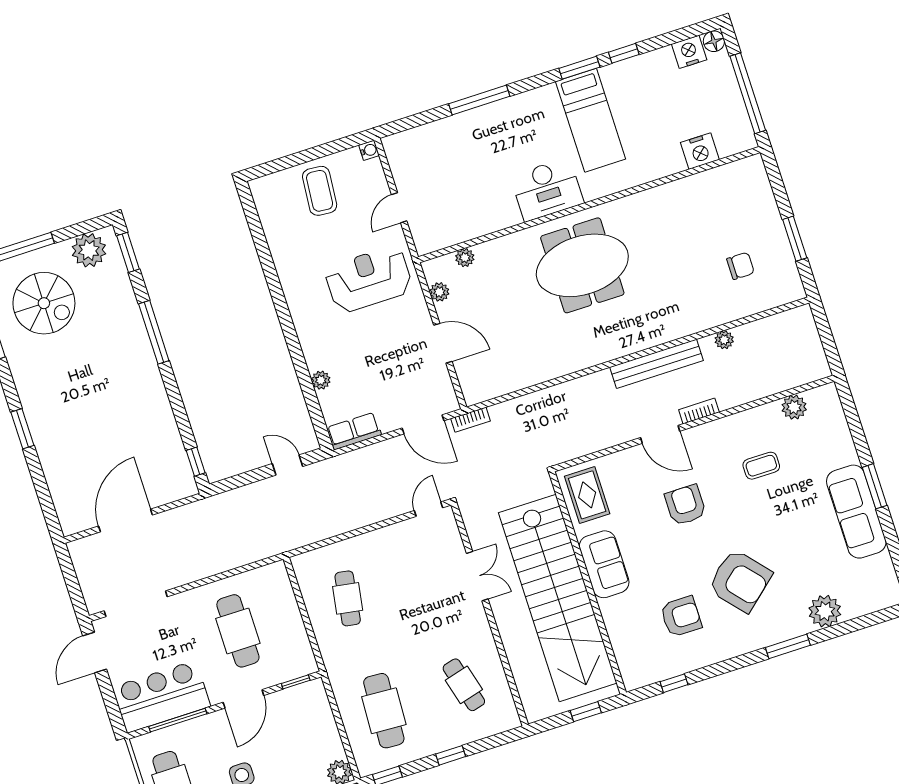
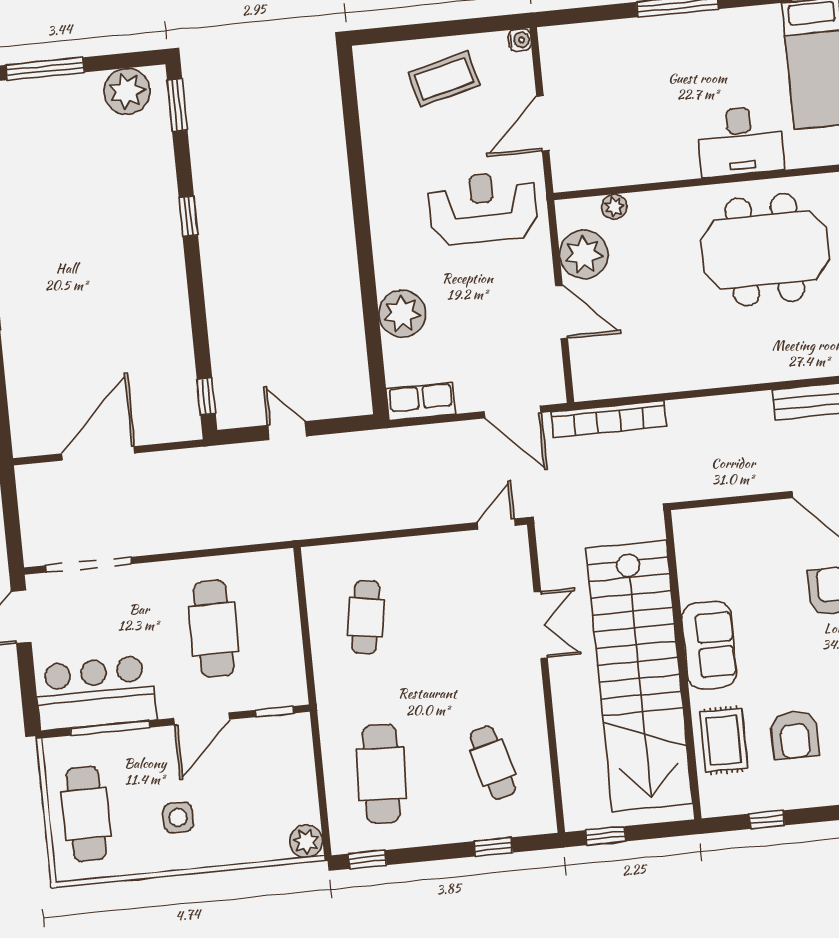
coffee table: (320, 191) -> (444, 79), turned 71
door: (399, 208) -> (543, 123), width x1.37
plant: (439, 292) -> (584, 254), width x1.87, depth x1.87
spiral stairs: (44, 303) -> (53, 148), removed
window: (154, 332) -> (188, 216), width x0.46
plant: (321, 380) -> (402, 314), width x1.88, depth x1.88
bookcase: (470, 420) -> (608, 419), width x2.31, depth x1.31
door: (287, 465) -> (287, 431), moved
rug: (587, 495) -> (724, 740), moved
armchair: (681, 616) -> (795, 735), turned 90
window: (586, 712) -> (606, 836), moved
window: (451, 755) -> (493, 847), moved

